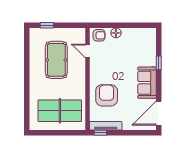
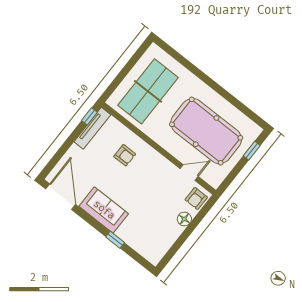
pool table: (56, 60) -> (206, 131), width x1.36, depth x1.32
armchair: (107, 95) -> (125, 155), width x0.53, depth x0.53

